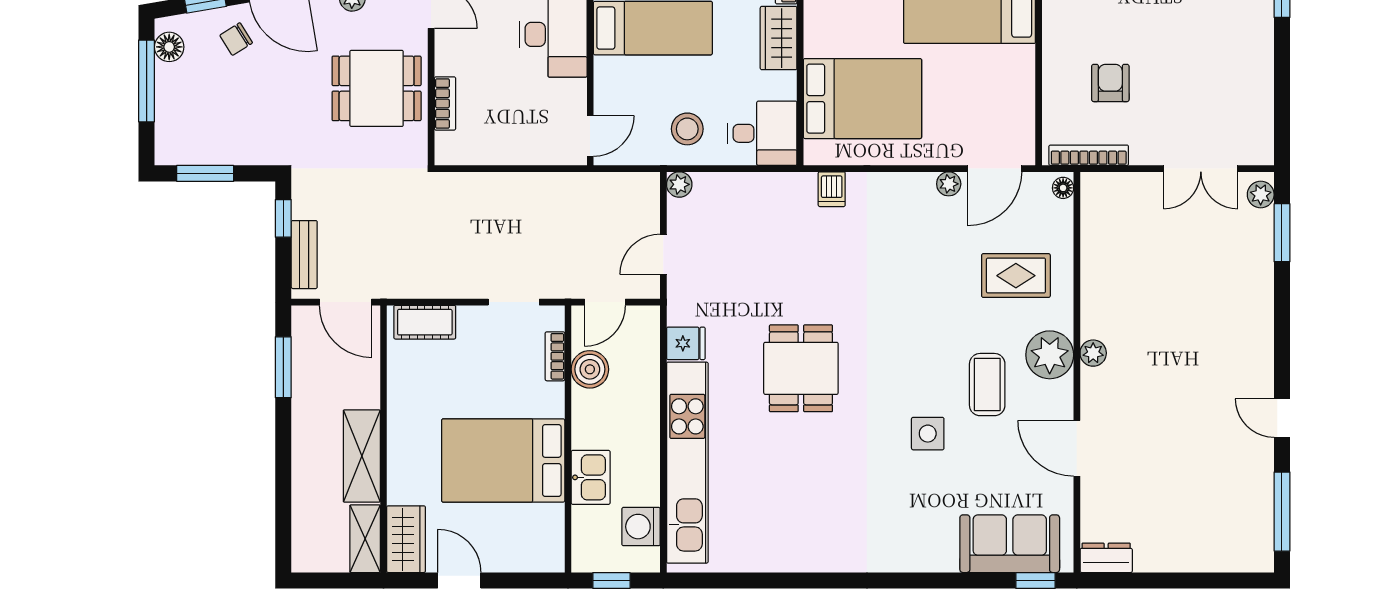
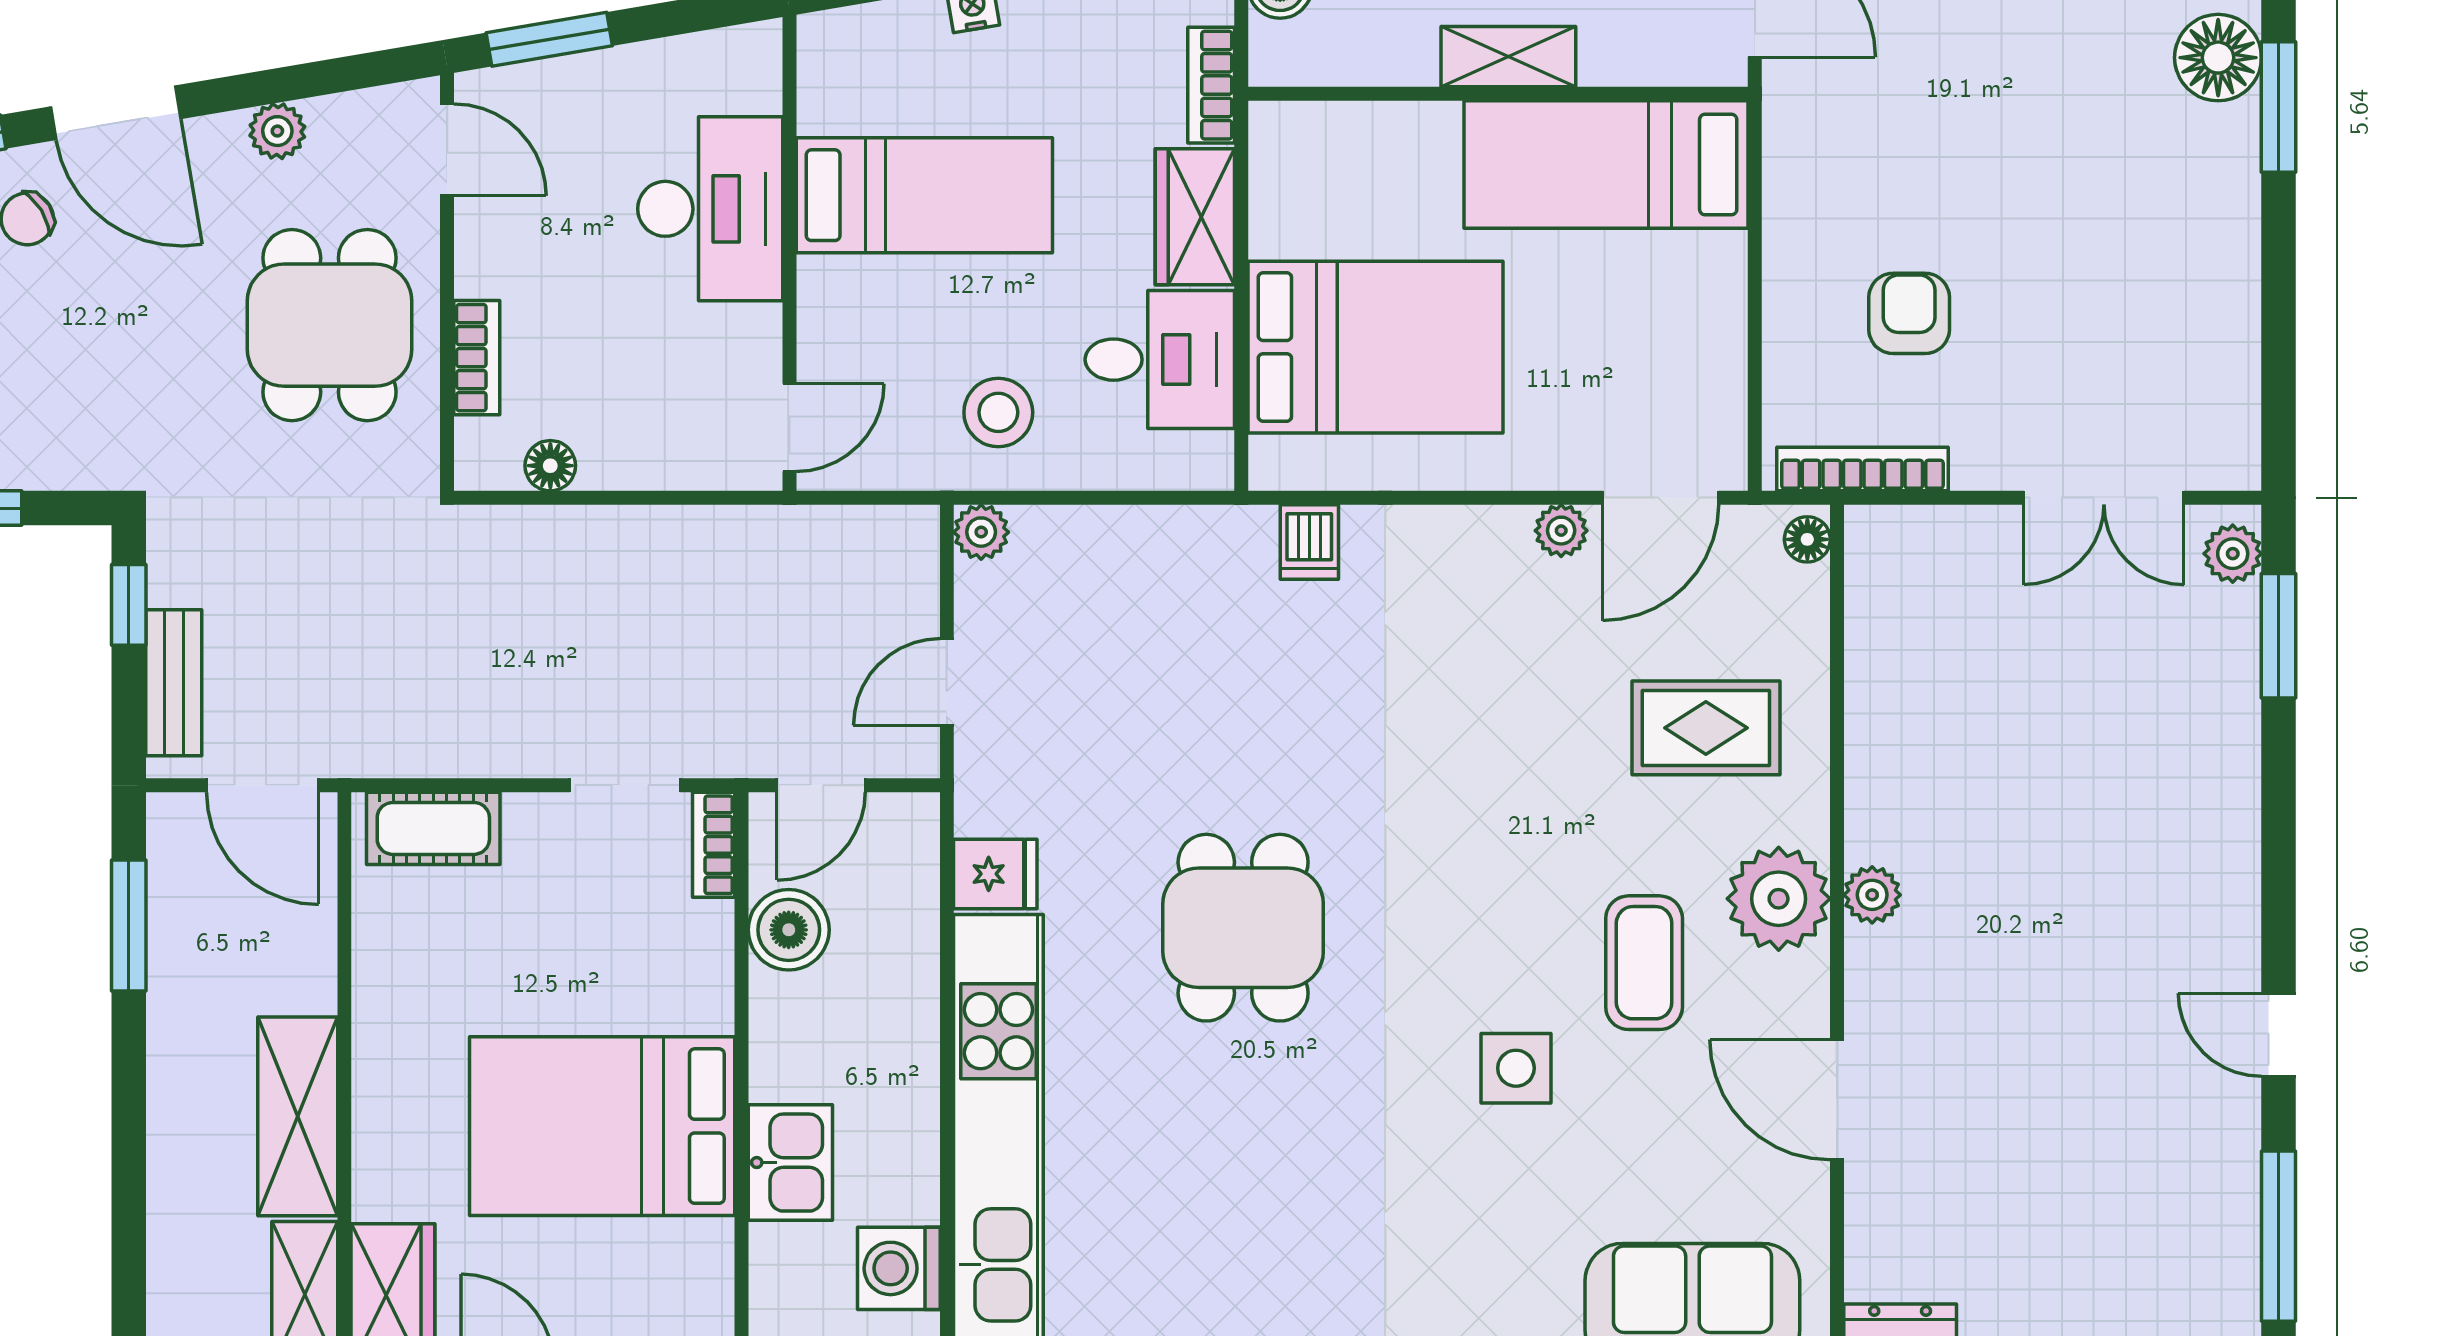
dining table: (377, 88) -> (330, 325), turned 90
desk: (762, 133) -> (1160, 360), moved
floor lamp: (479, 154) -> (550, 466), added
bookcase: (555, 356) -> (714, 845), moved

